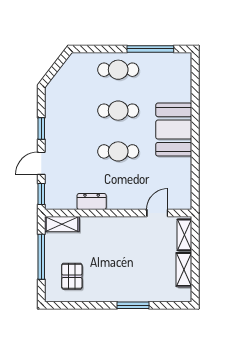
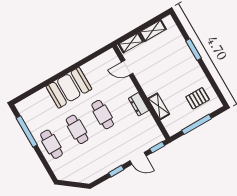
dresser: (92, 202) -> (139, 104), moved
shelving: (62, 224) -> (159, 106), moved

